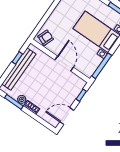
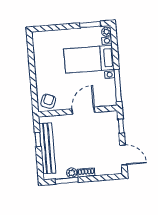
door: (64, 64) -> (83, 111), hinge flipped
door: (67, 116) -> (123, 155), swing flipped

